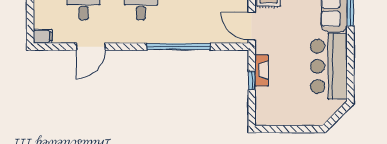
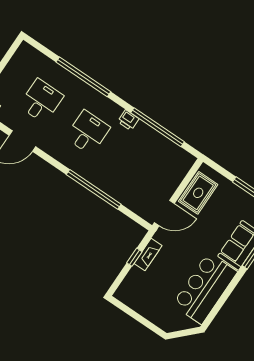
door: (252, 26) -> (164, 213), swing flipped

